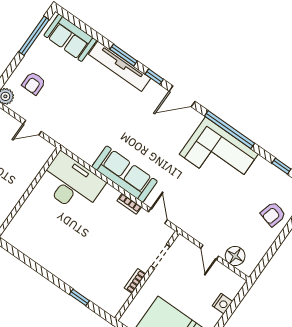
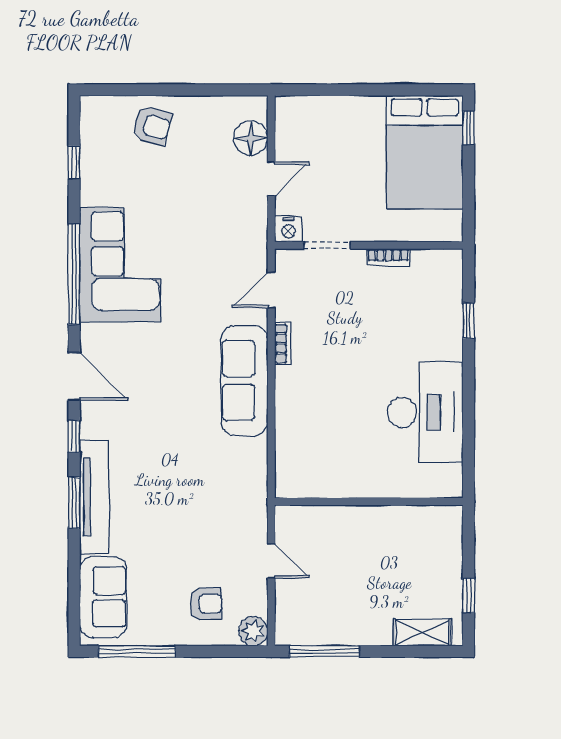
desk: (71, 183) -> (425, 412), moved, turned 180
nightstand: (222, 304) -> (288, 229), moved, turned 180

